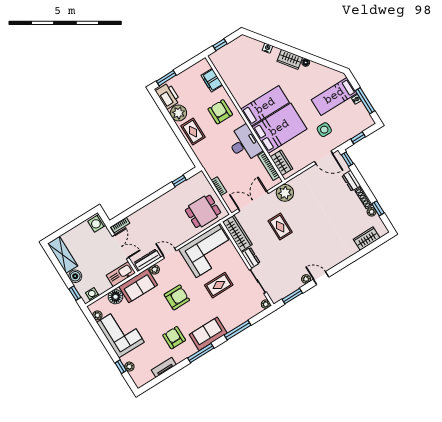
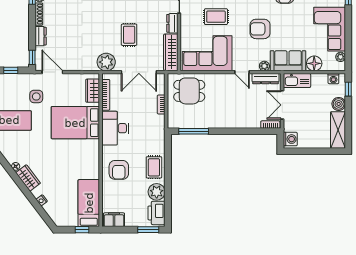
filing cabinet: (212, 80) -> (114, 220), moved, turned -90
bed: (265, 106) -> (89, 203), moved, turned 90
window: (179, 181) -> (194, 131), width x2.17

